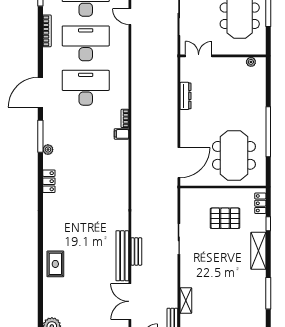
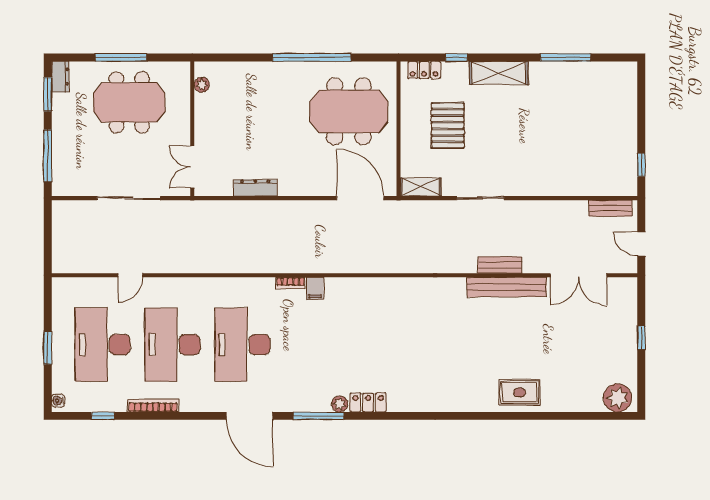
locker: (49, 181) -> (368, 402), moved
shelving: (186, 301) -> (421, 187), moved

